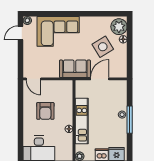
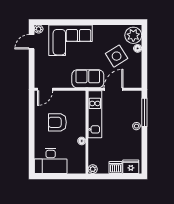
door: (34, 79) -> (45, 89), hinge flipped
armchair: (45, 111) -> (57, 122), turned 90
window: (130, 120) -> (144, 112), moved
kitchen unit: (82, 121) -> (95, 114), moved

